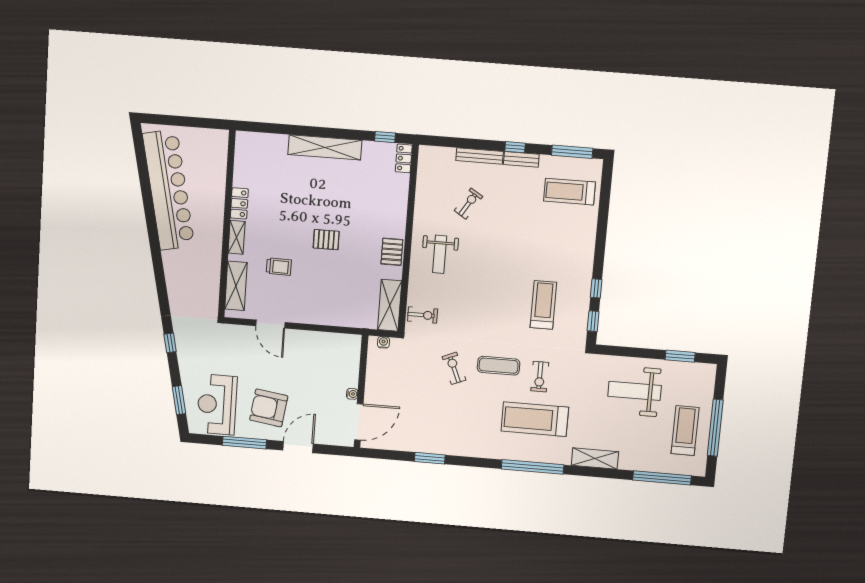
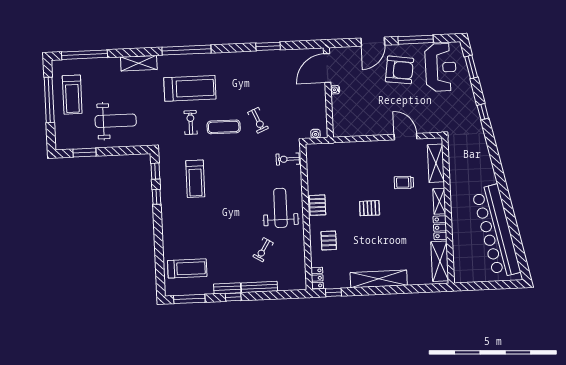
pallet: (383, 205) -> (329, 241), added
weight bench: (440, 254) -> (280, 208), width x1.36, depth x1.33
shelving: (390, 305) -> (440, 261), moved

